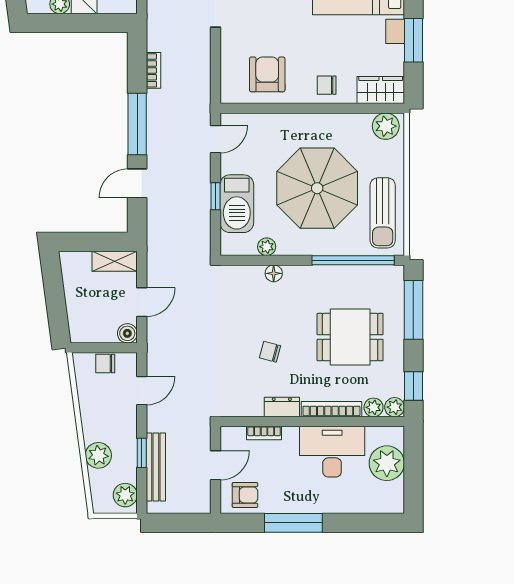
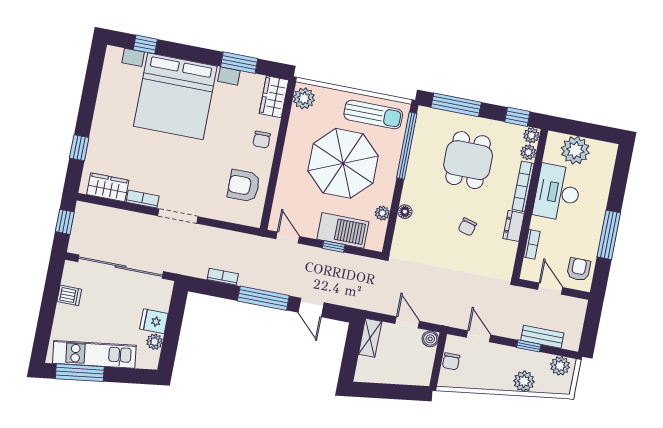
bench: (156, 467) -> (542, 337), width x0.73

